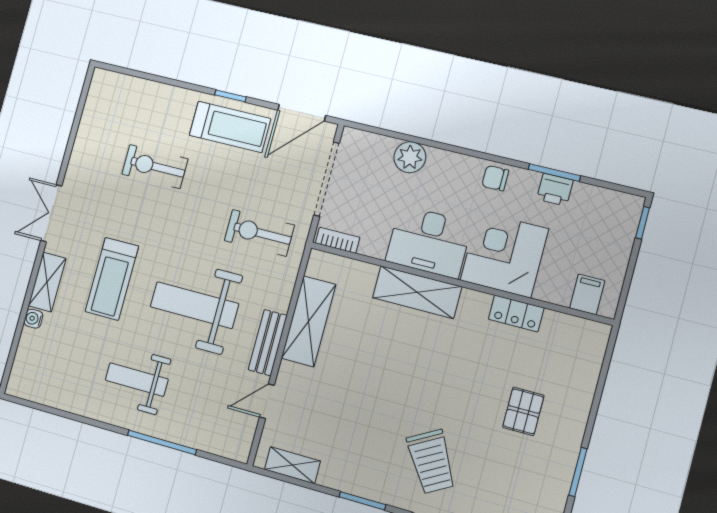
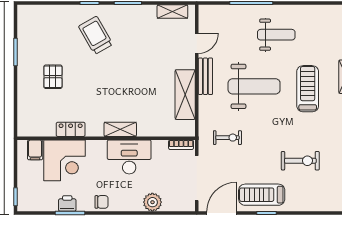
exercise bike: (259, 233) -> (227, 138), width x0.73, depth x0.72
corner desk: (504, 254) -> (65, 160), moved
shelving: (417, 292) -> (120, 129), width x0.67, depth x0.75

